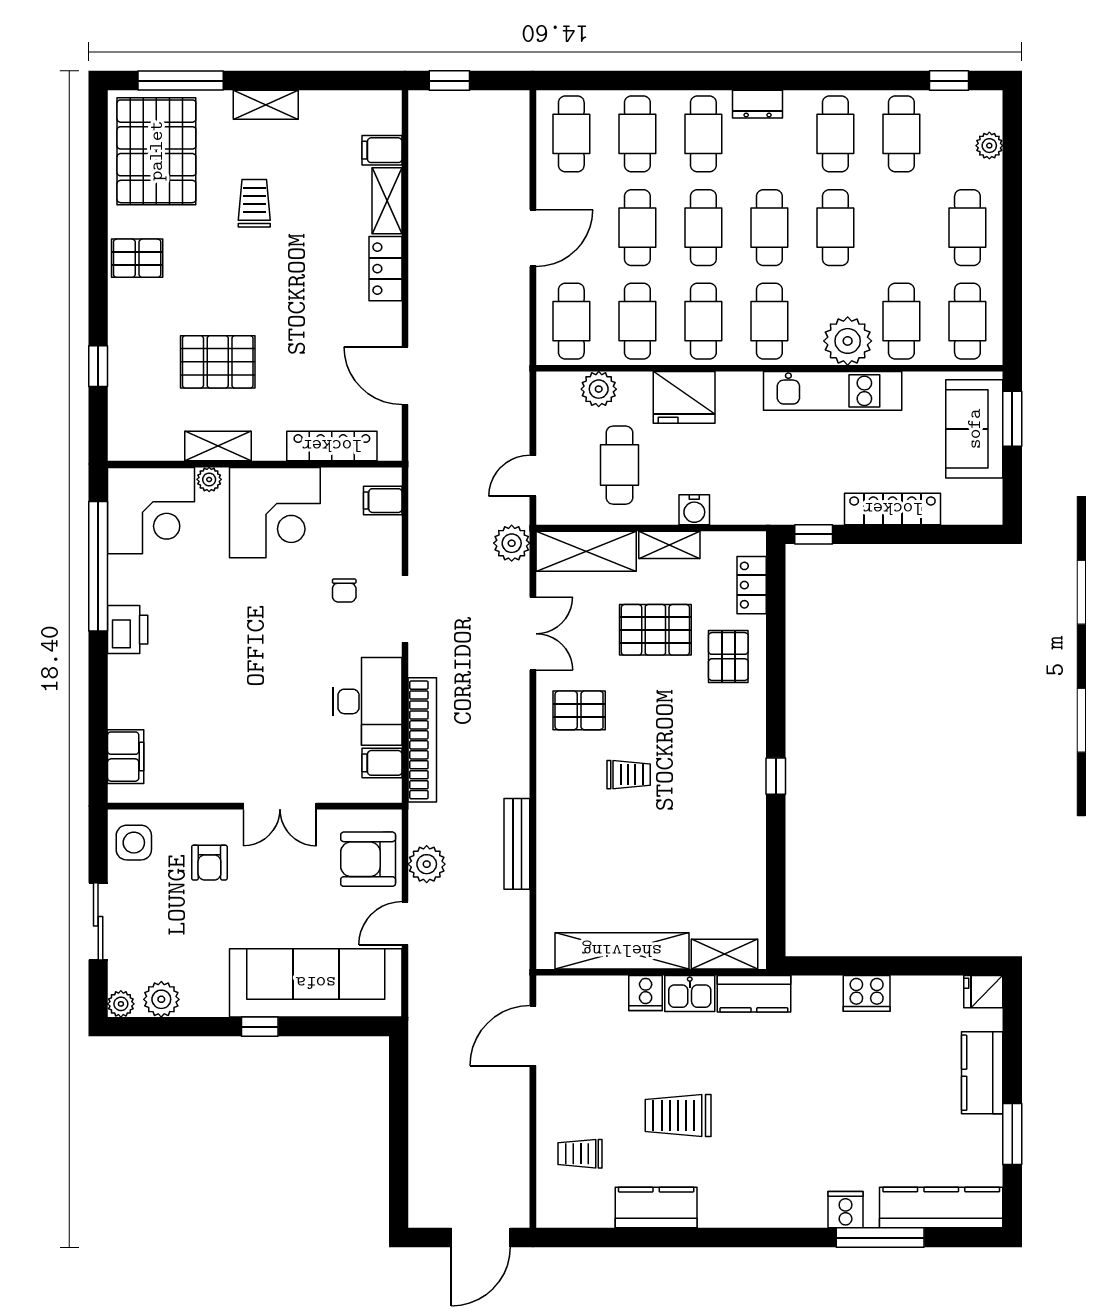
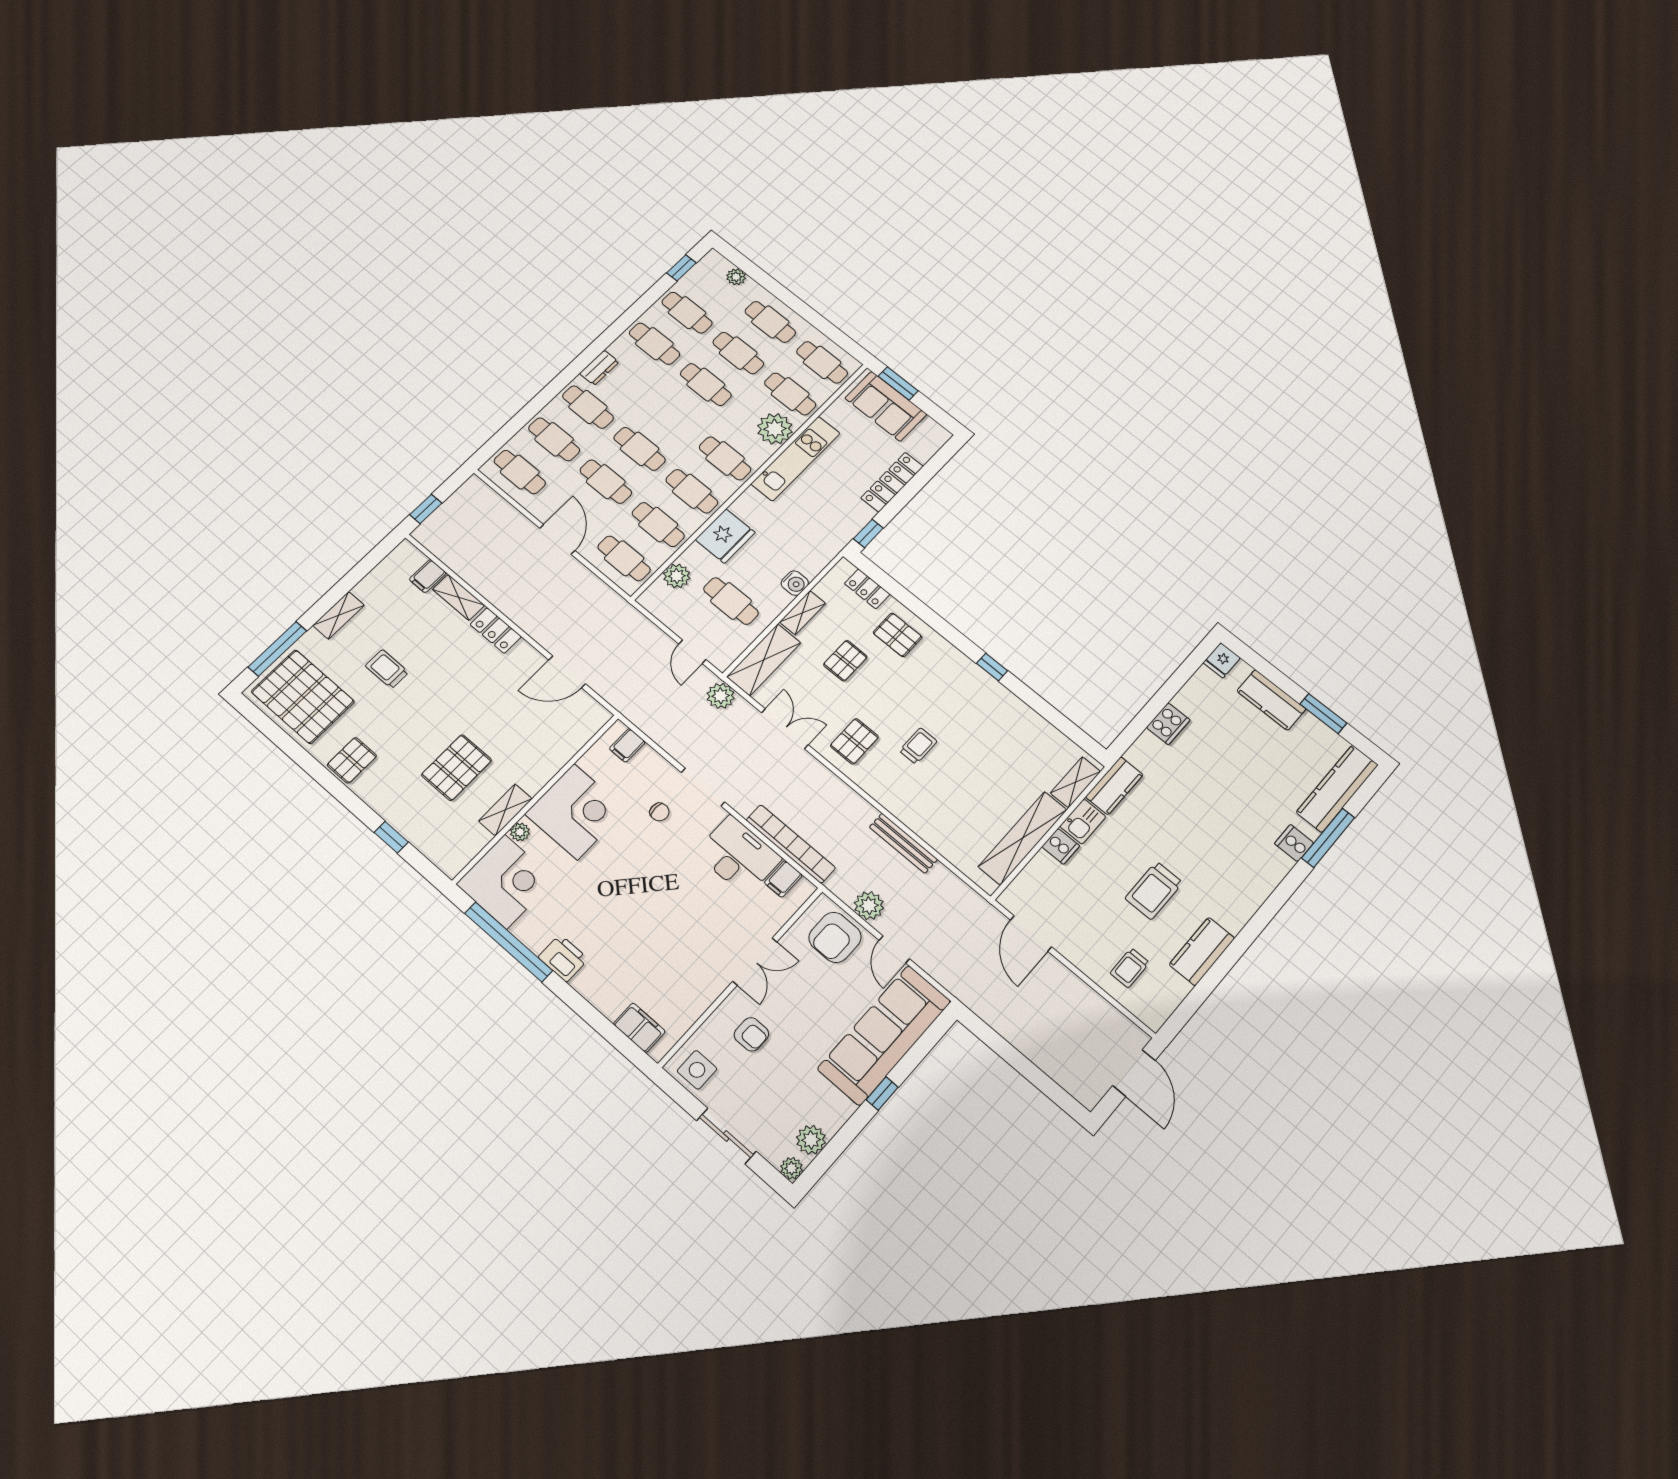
cafe table: (769, 228) -> (738, 353), moved
locker: (332, 446) -> (568, 746), removed
pallet: (655, 630) -> (845, 661), width x0.67, depth x0.71

